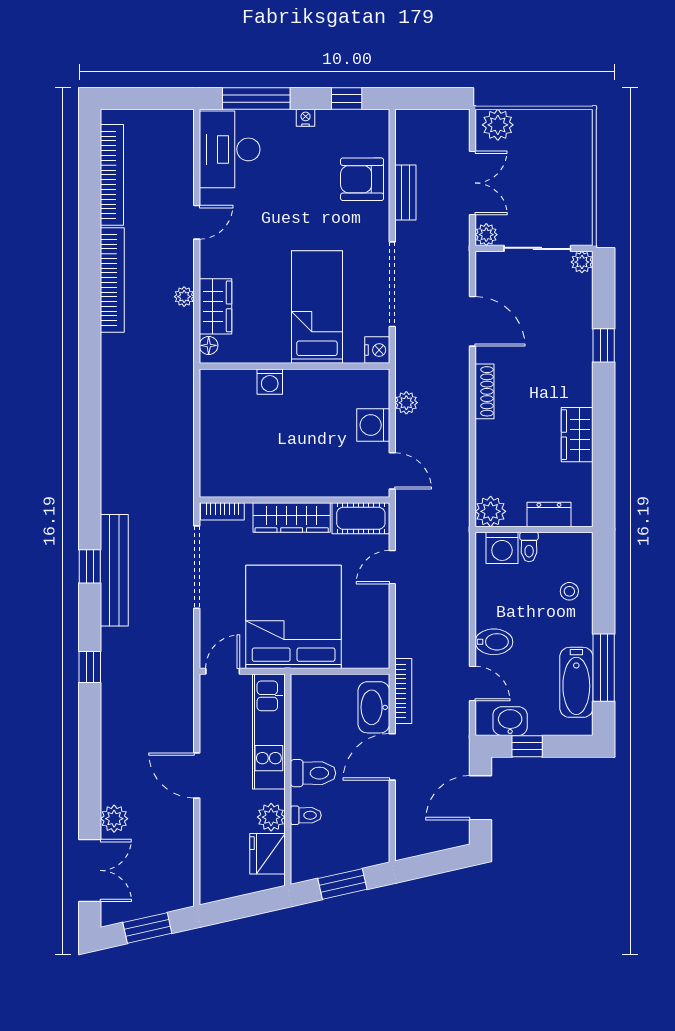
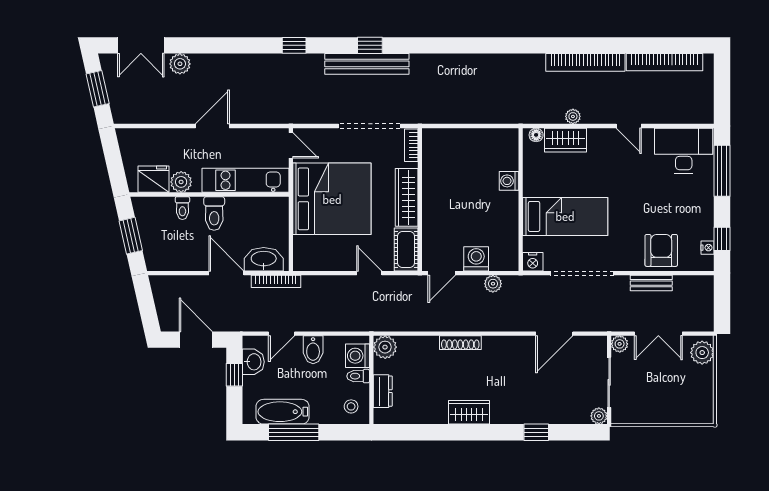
nightstand: (306, 118) -> (707, 248), moved
shoe rack: (485, 391) -> (460, 343), moved
plant: (491, 511) -> (385, 347), moved
dresser: (549, 514) -> (383, 391), moved
wall: (534, 529) -> (371, 380), moved
toilet: (529, 547) -> (358, 376), moved
washing machine: (502, 548) -> (358, 356), moved

